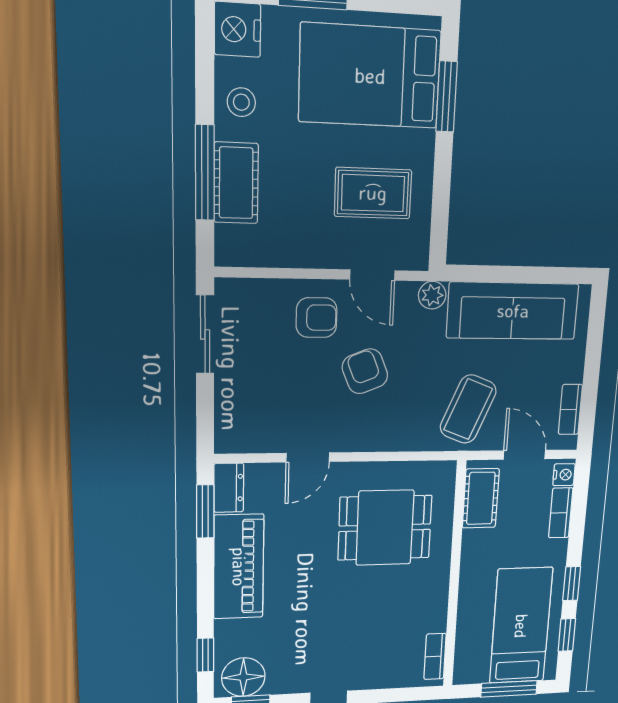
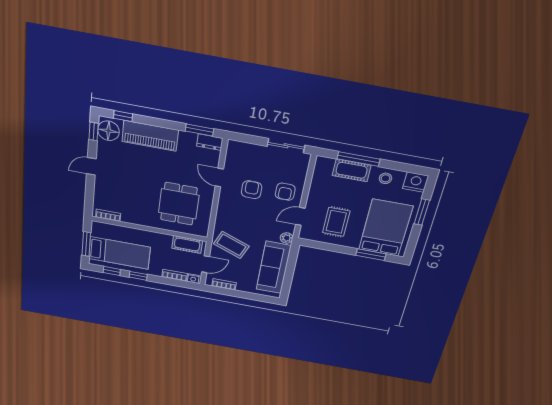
armchair: (365, 371) -> (252, 190), moved, turned -68
piano: (239, 567) -> (150, 136), moved

